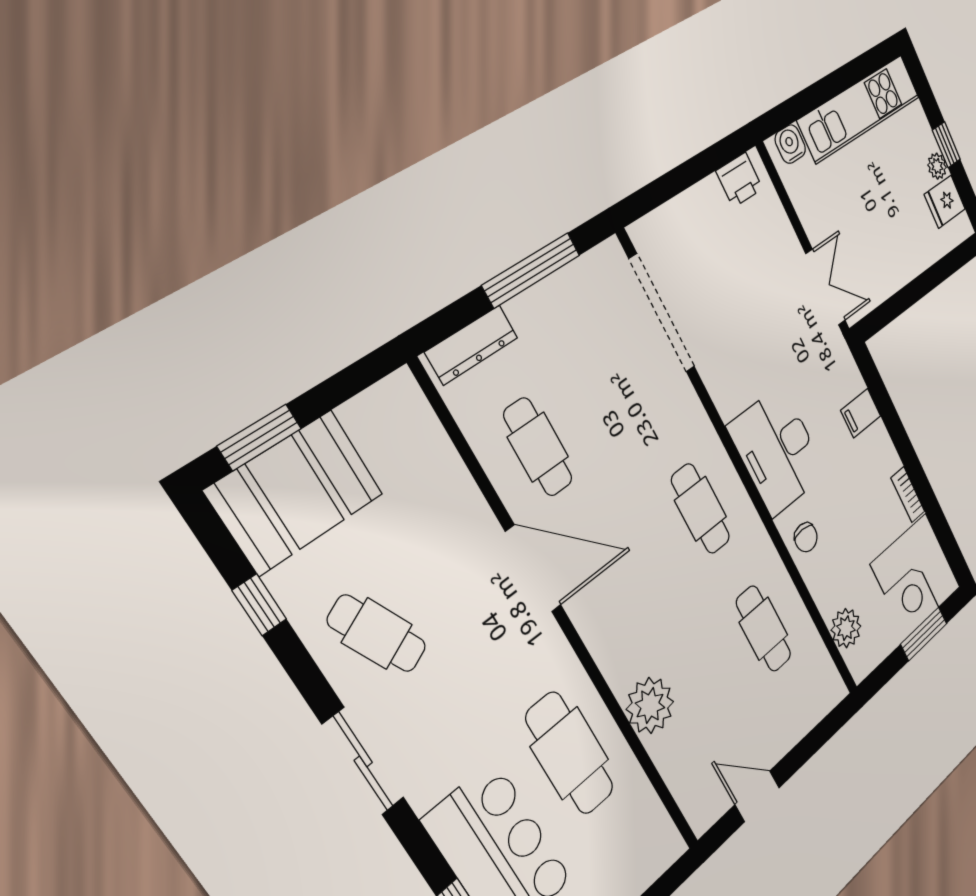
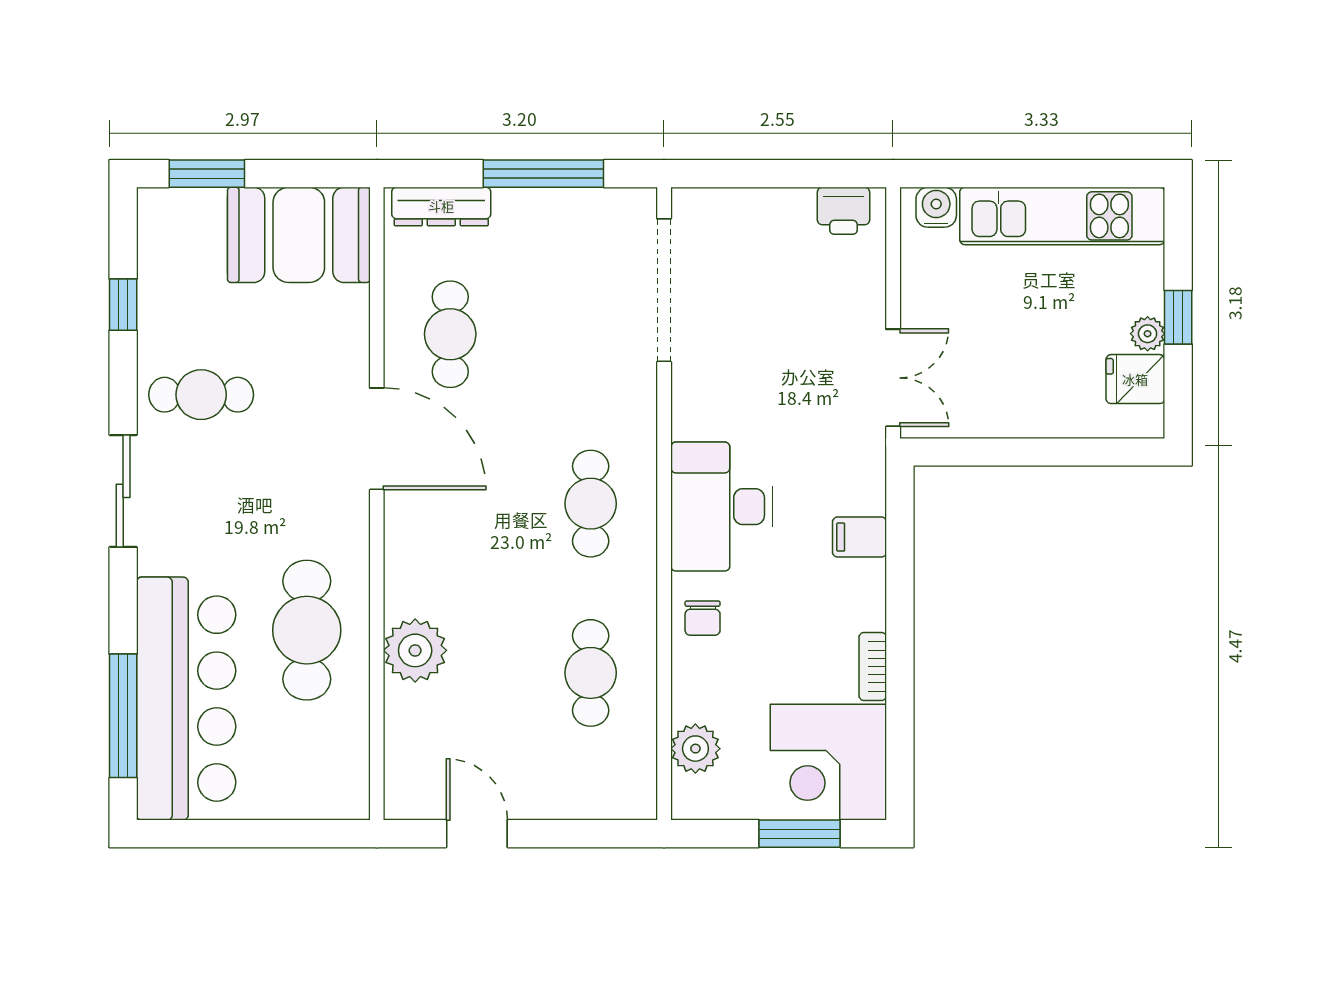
booth: (295, 492) -> (299, 235), moved
cafe table: (377, 634) -> (201, 395), turned -65

